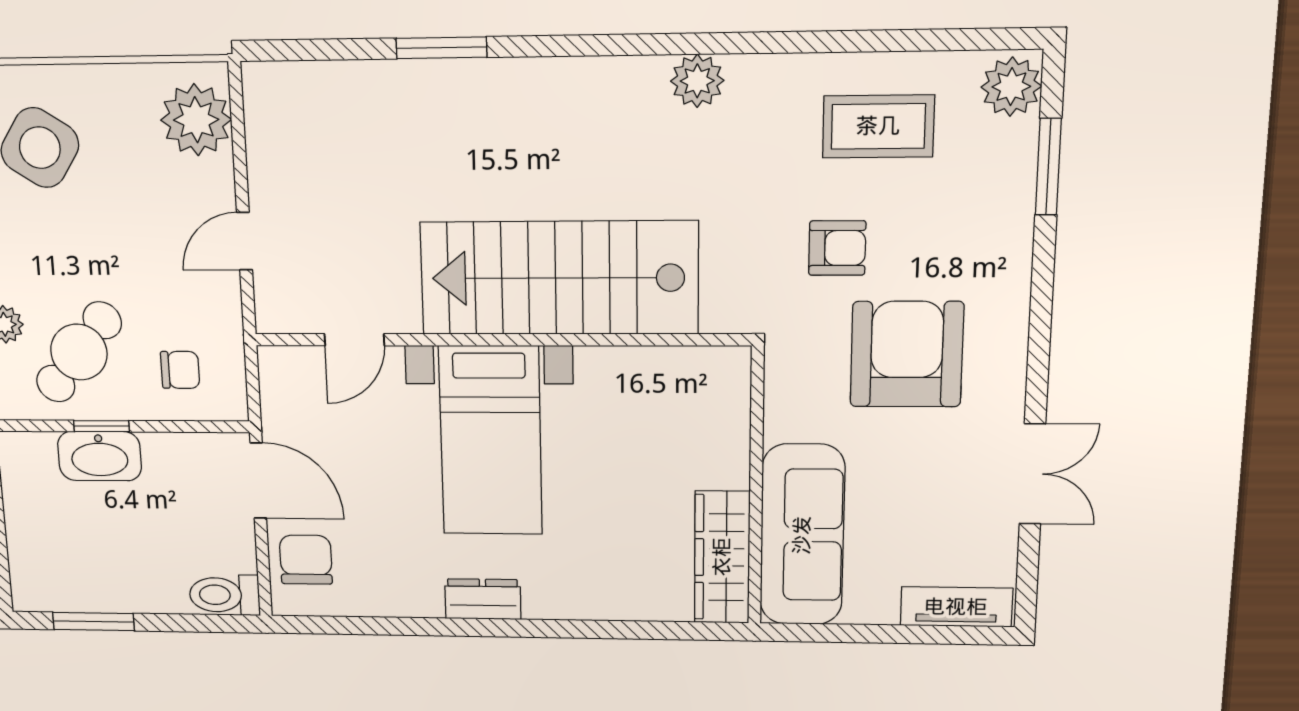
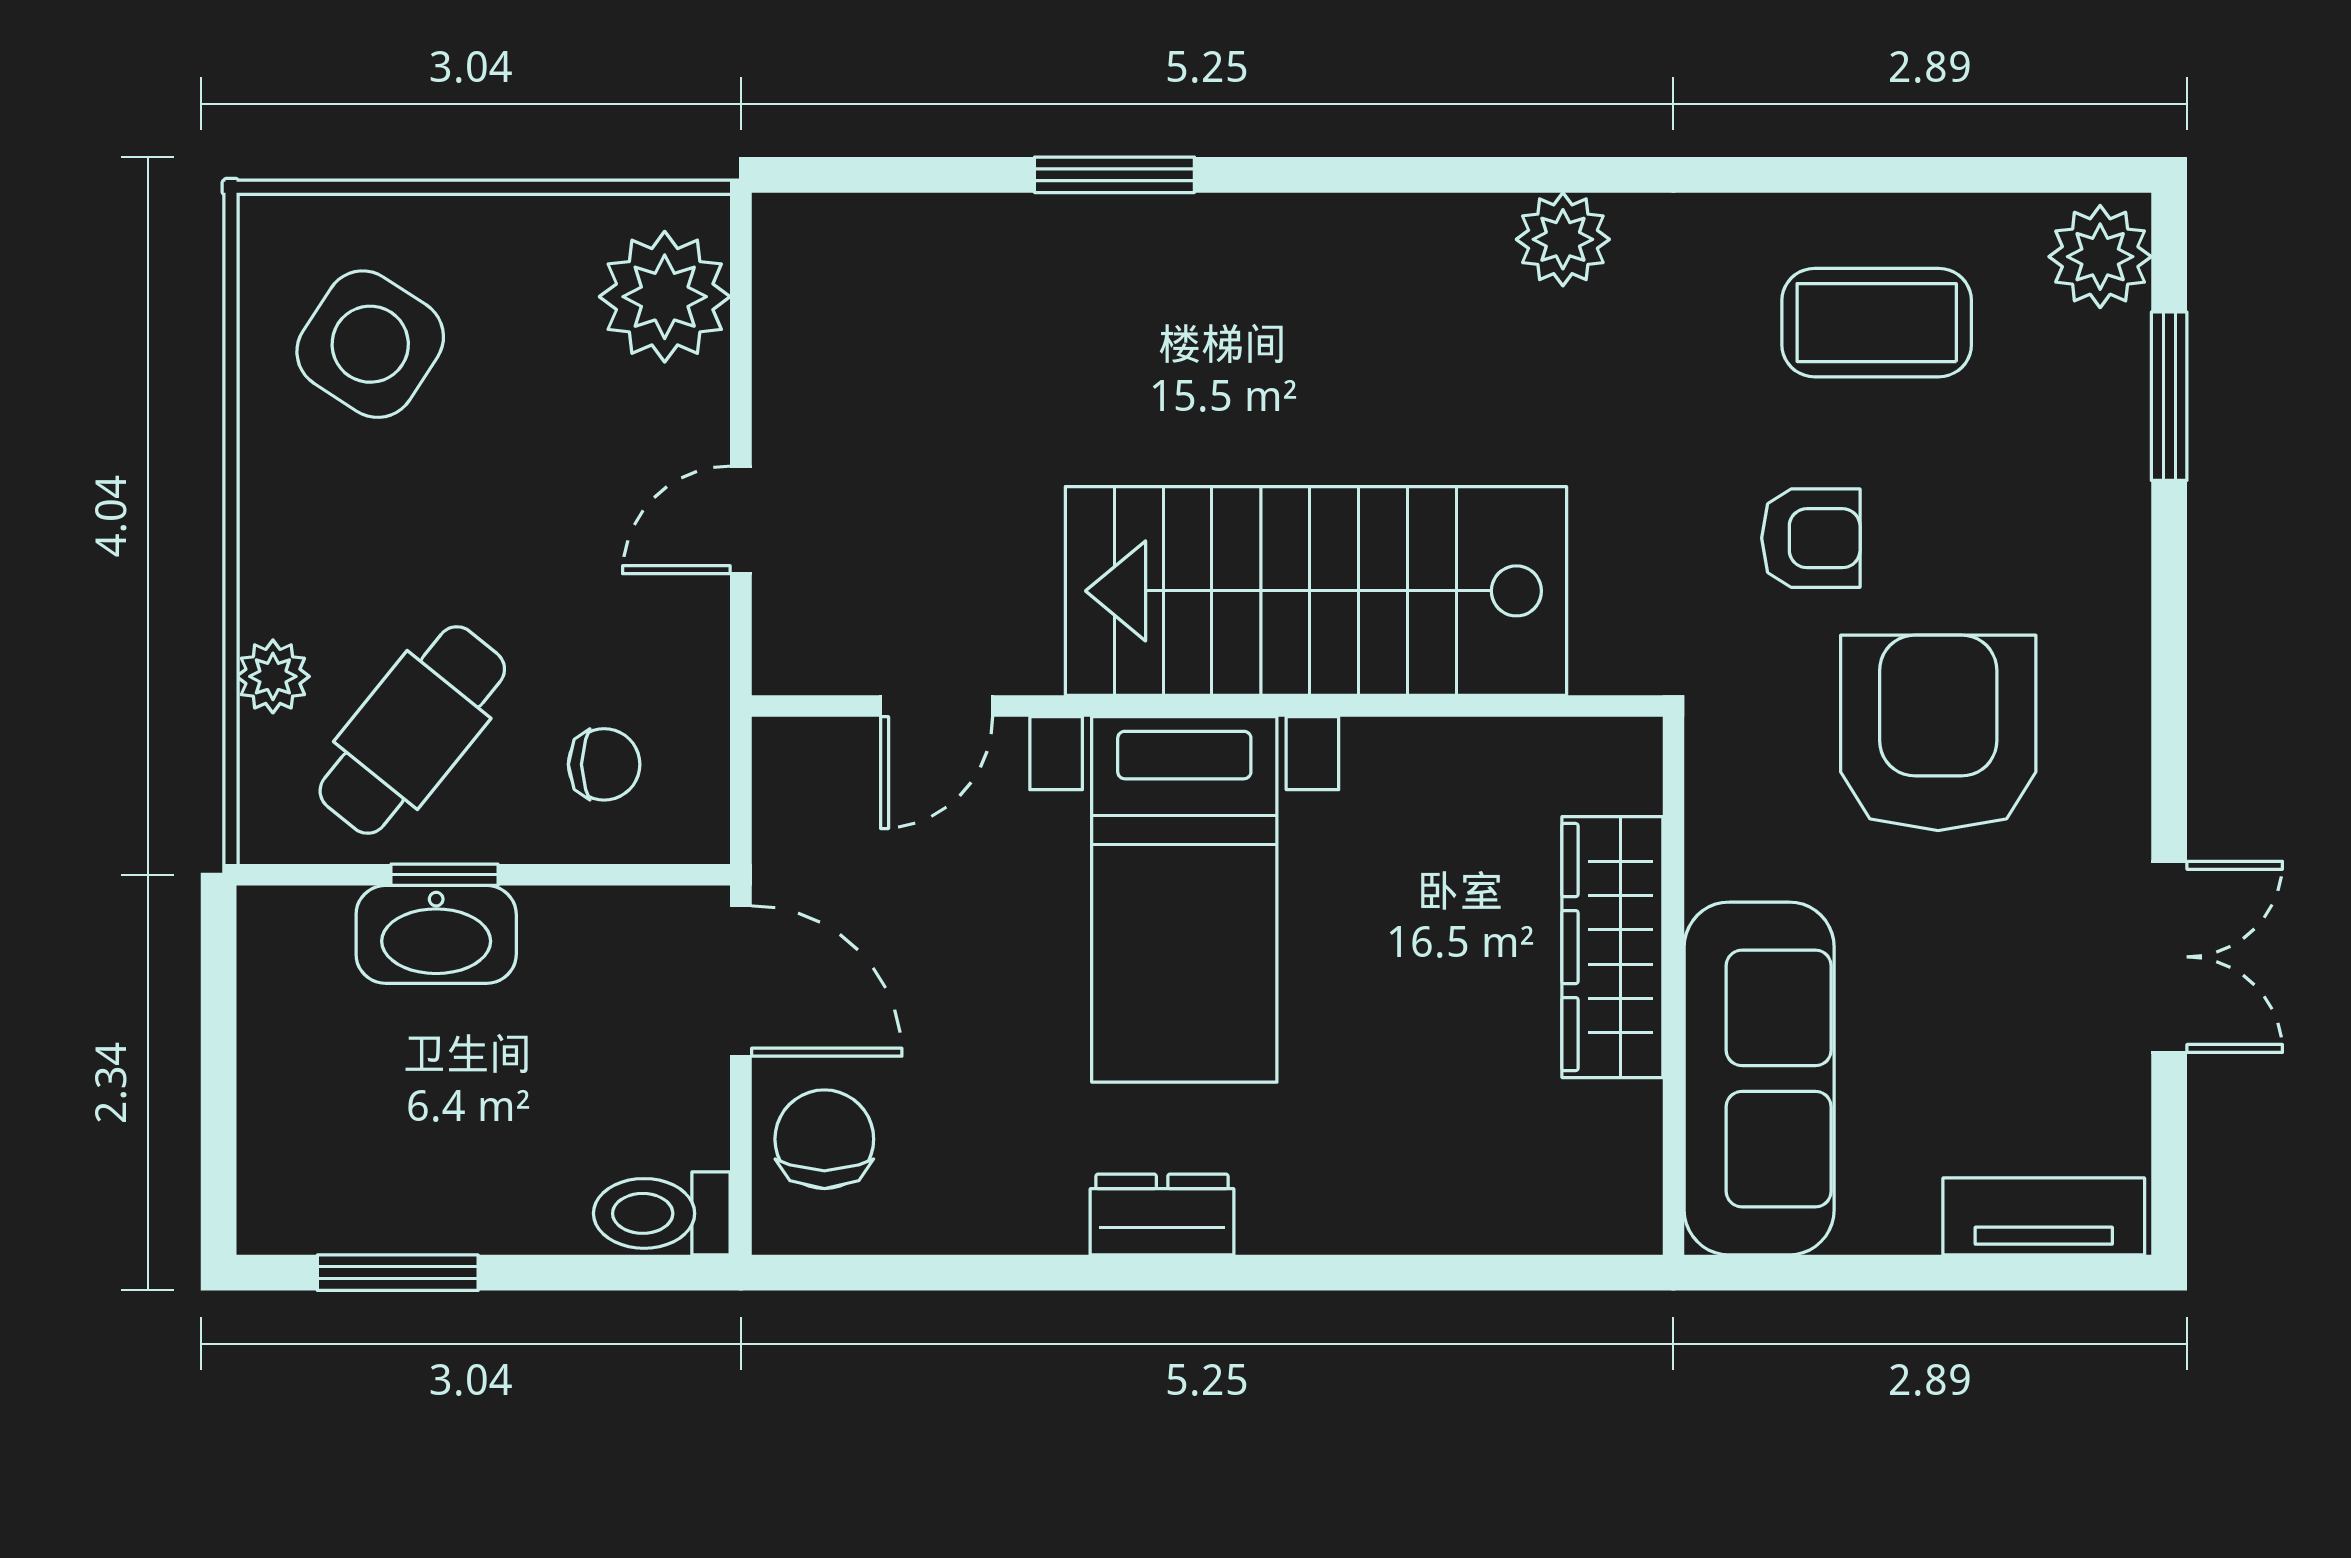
wardrobe: (722, 557) -> (1612, 947), moved

